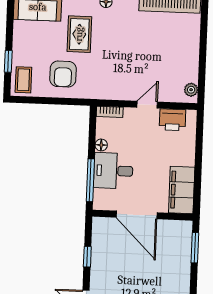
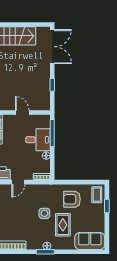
side table: (108, 53) -> (44, 213), added
armchair: (63, 74) -> (72, 199), turned -90
door: (137, 215) -> (22, 112), width x0.53

